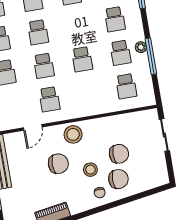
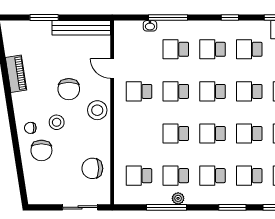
school desk: (76, 26) -> (213, 134), added
chair: (119, 154) -> (92, 168), moved, turned 90

